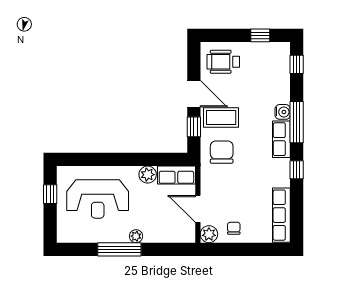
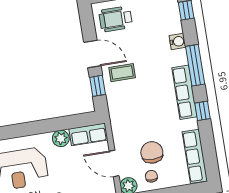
water cooler: (283, 112) -> (177, 41), moved
coffee table: (221, 118) -> (122, 73), width x0.73, depth x0.77
row of seats: (281, 139) -> (184, 92), width x1.48
chair: (222, 152) -> (152, 152), moved

